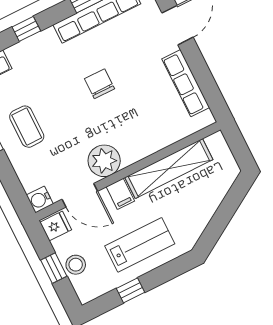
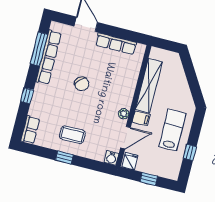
chair: (100, 84) -> (82, 84), turned -135
plant: (104, 161) -> (124, 114), width x0.53, depth x0.53
stool: (76, 265) -> (156, 167), removed

